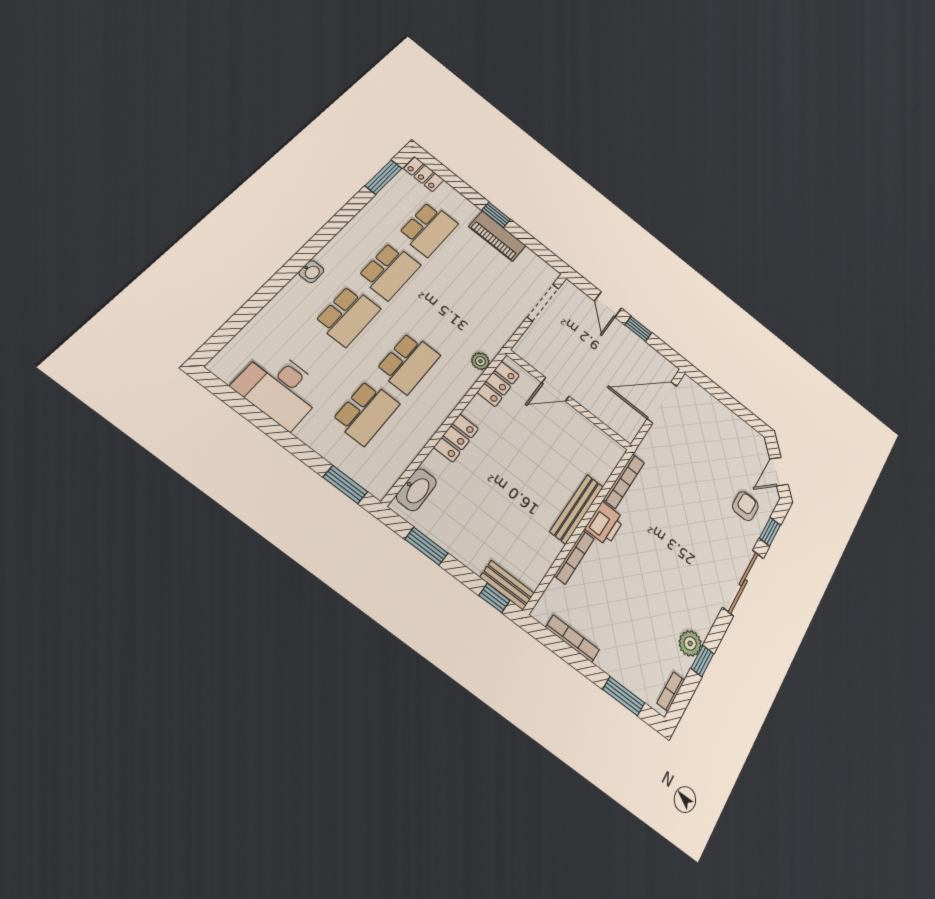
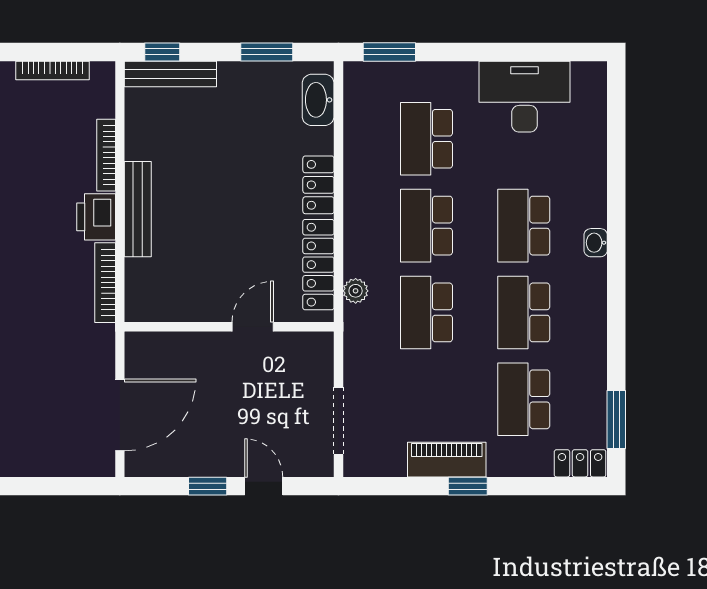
school desk: (448, 317) -> (426, 312), added
locker: (498, 384) -> (318, 265), width x1.53
bench: (507, 585) -> (170, 74), width x1.36

